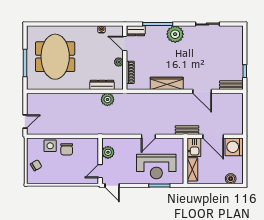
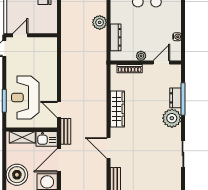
dresser: (136, 31) -> (176, 98), moved
door: (202, 91) -> (109, 148), hinge flipped
plant: (107, 99) -> (100, 22), moved
door: (148, 136) -> (59, 109), moved
plant: (108, 152) -> (41, 44), removed
door: (100, 171) -> (20, 35), hinge flipped
boiler: (231, 179) -> (17, 175), width x1.86, depth x1.86

